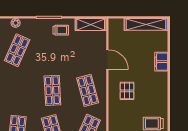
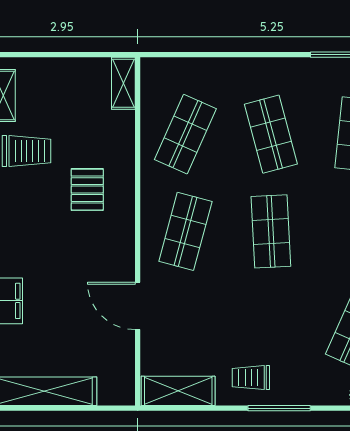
shop shelf: (88, 90) -> (185, 231), turned 30
pallet: (127, 91) -> (87, 190), moved

